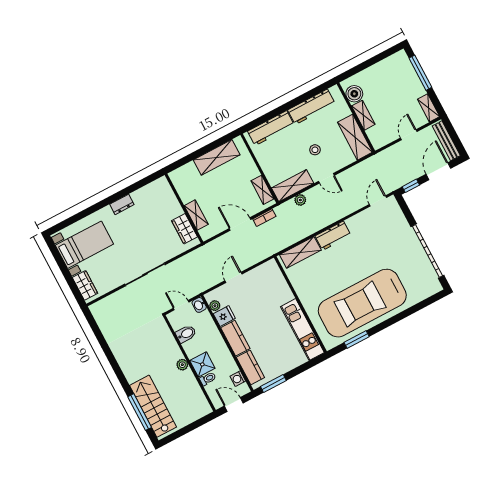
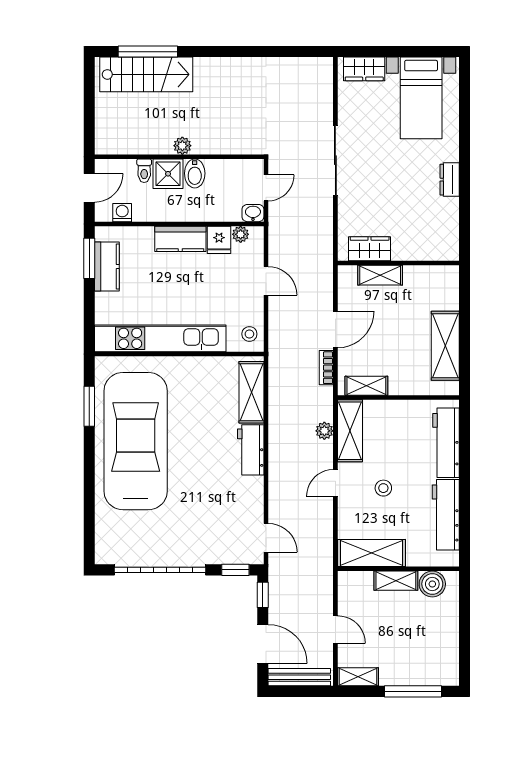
window: (405, 209) -> (235, 570), added
stool: (268, 271) -> (249, 334), added
kitchen unit: (302, 330) -> (160, 338), width x1.36
bidet: (186, 334) -> (195, 173), moved
kitchen counter: (250, 367) -> (107, 267), moved, turned -90

